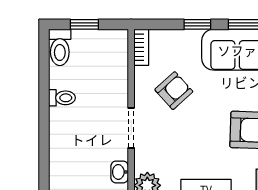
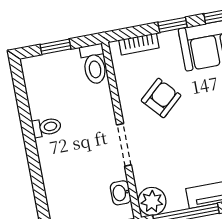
toilet: (60, 47) -> (94, 64), moved
bookcase: (141, 47) -> (139, 44), moved, turned 90

